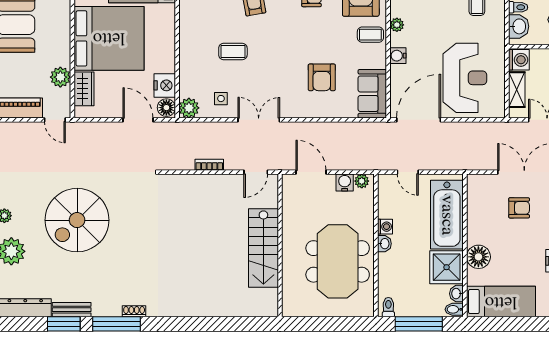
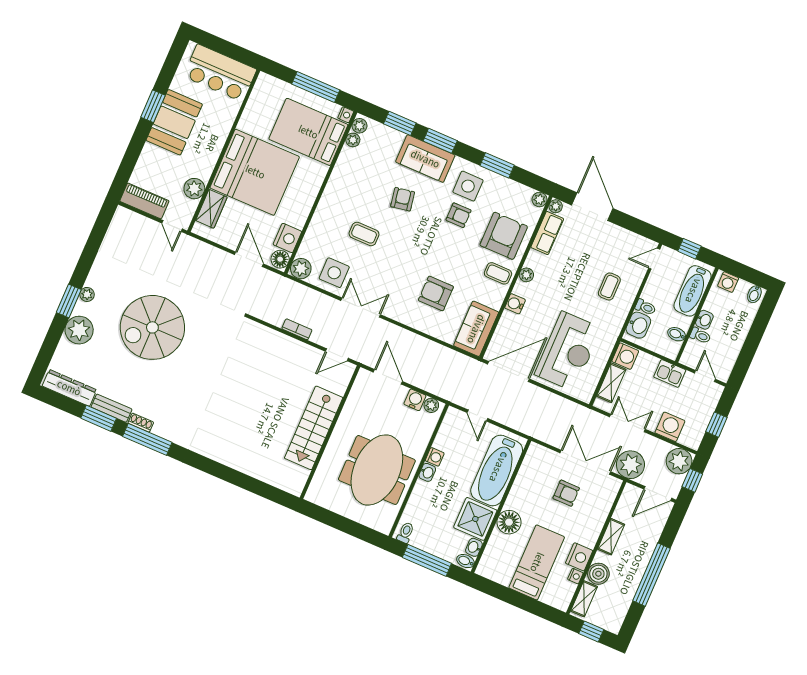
armchair: (322, 77) -> (436, 293), turned 90
side table: (221, 99) -> (334, 273), width x1.87, depth x1.87
bed: (501, 302) -> (537, 562), moved, turned -90
shoe rack: (134, 311) -> (141, 423), moved

